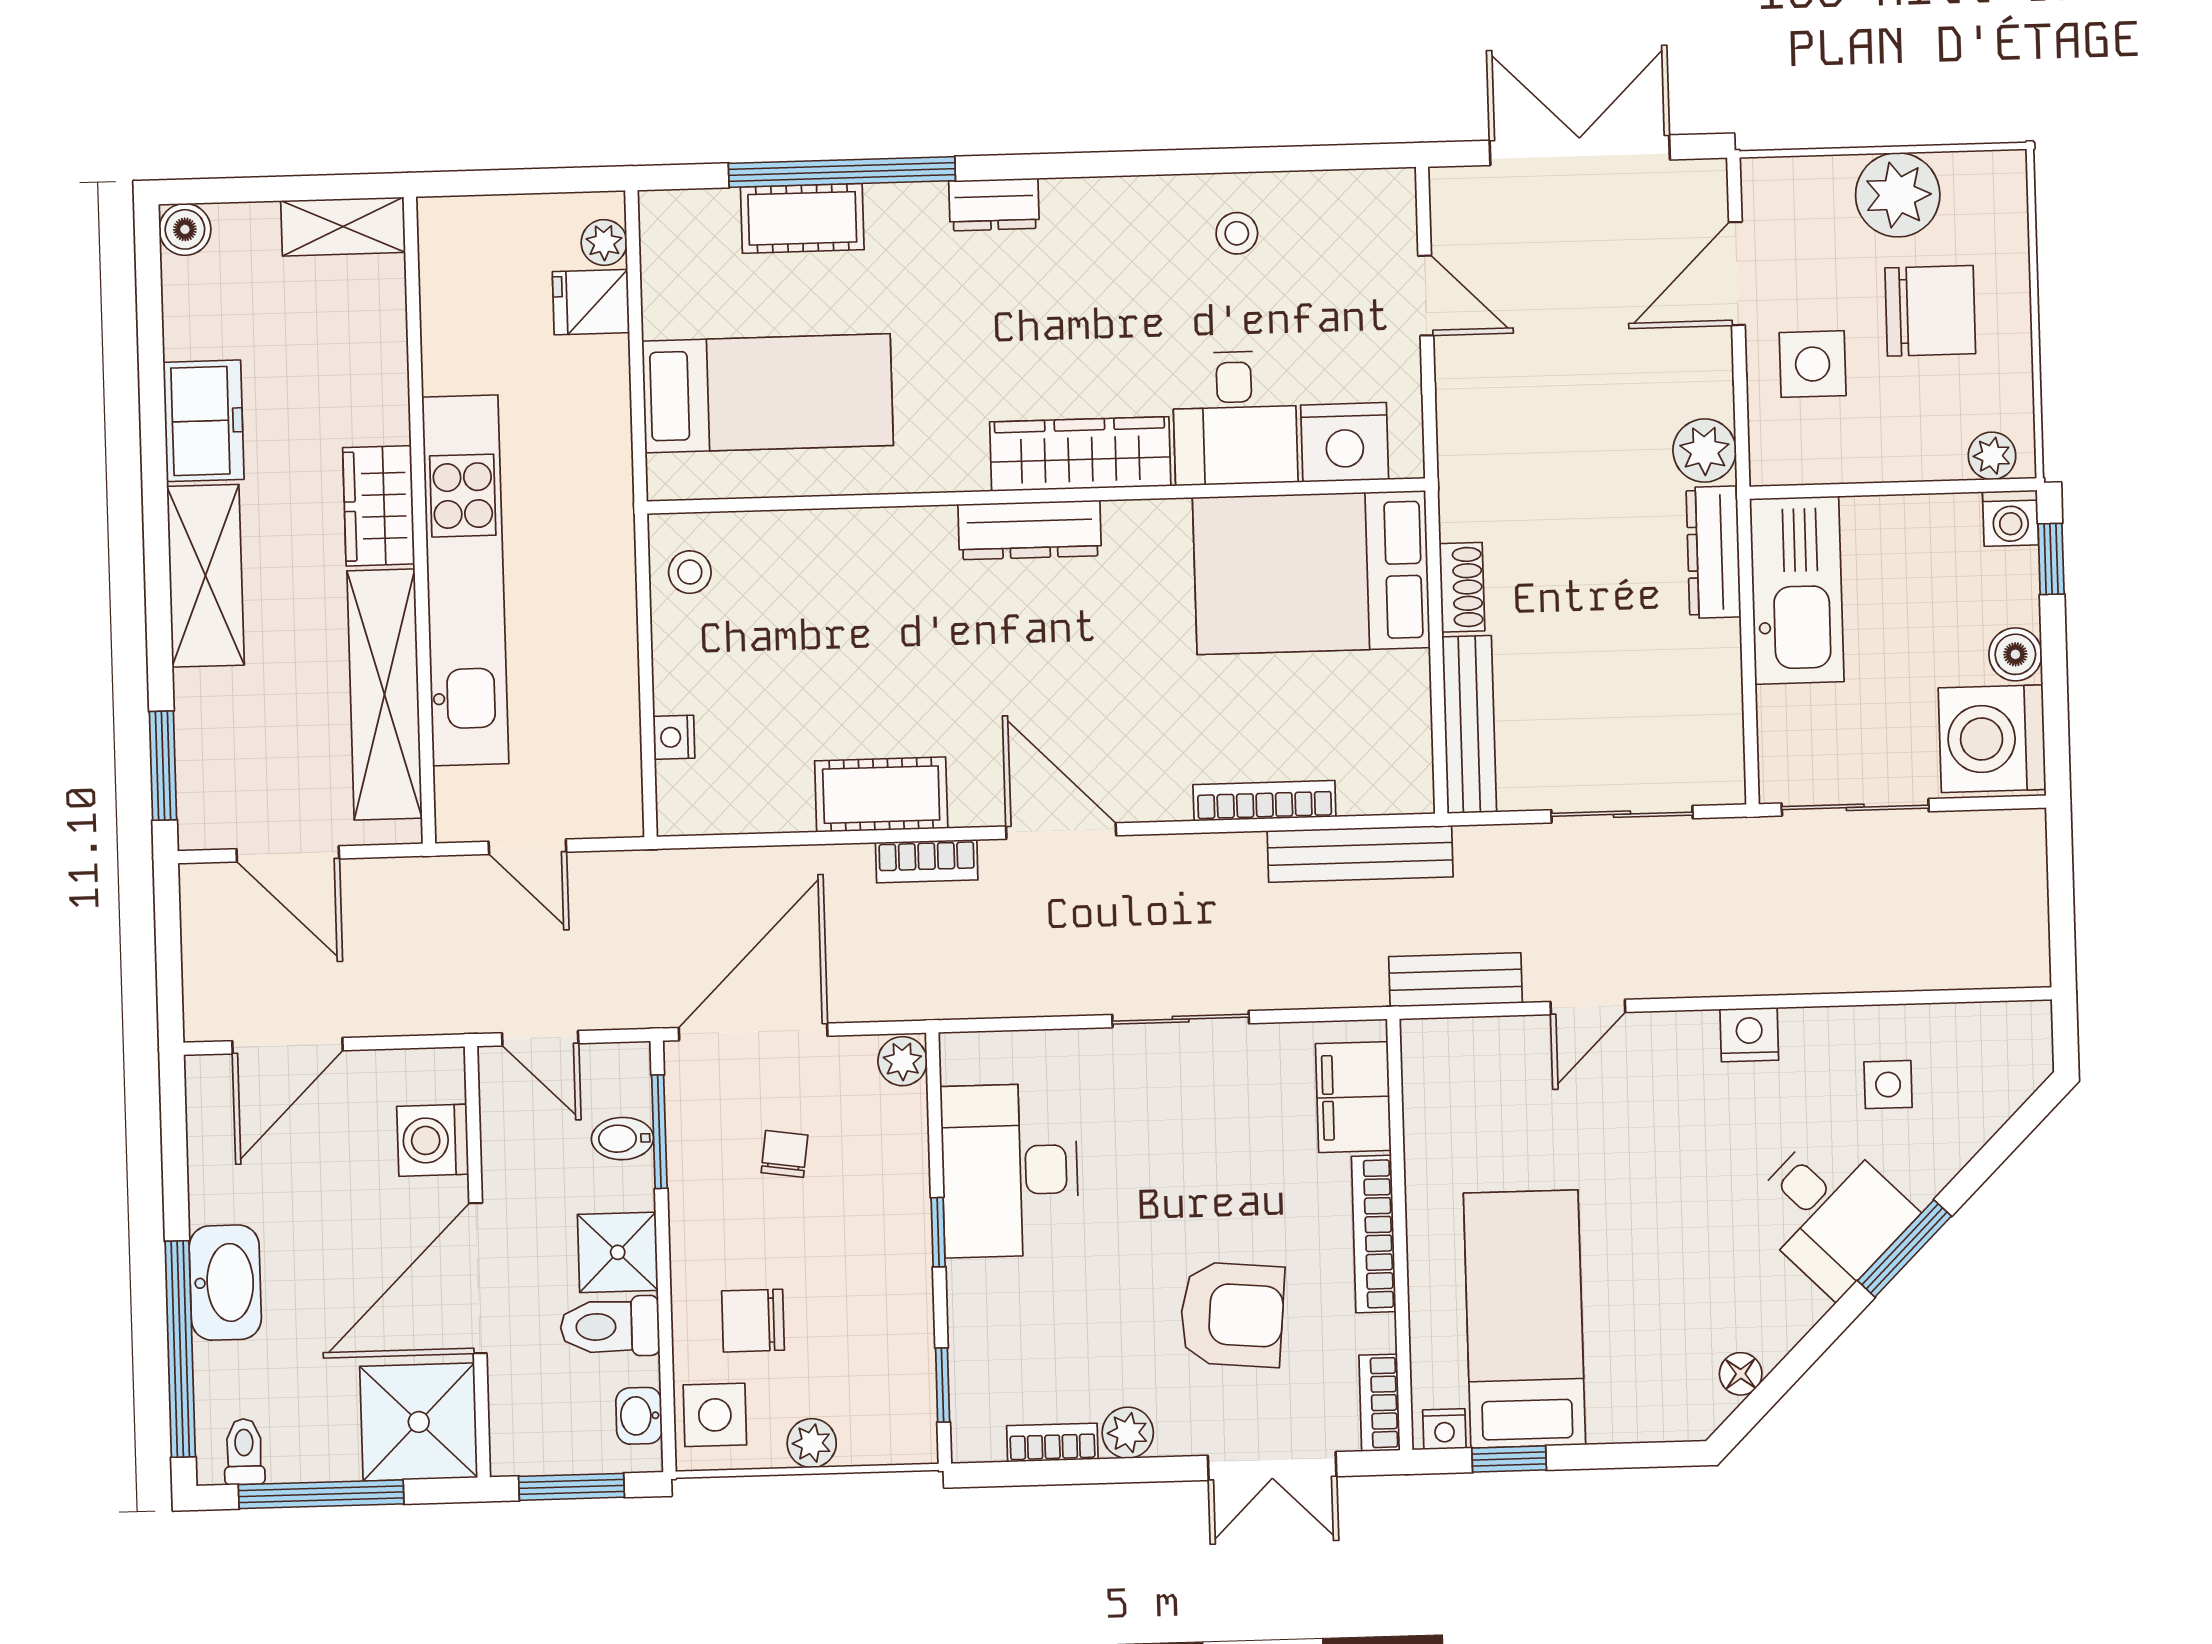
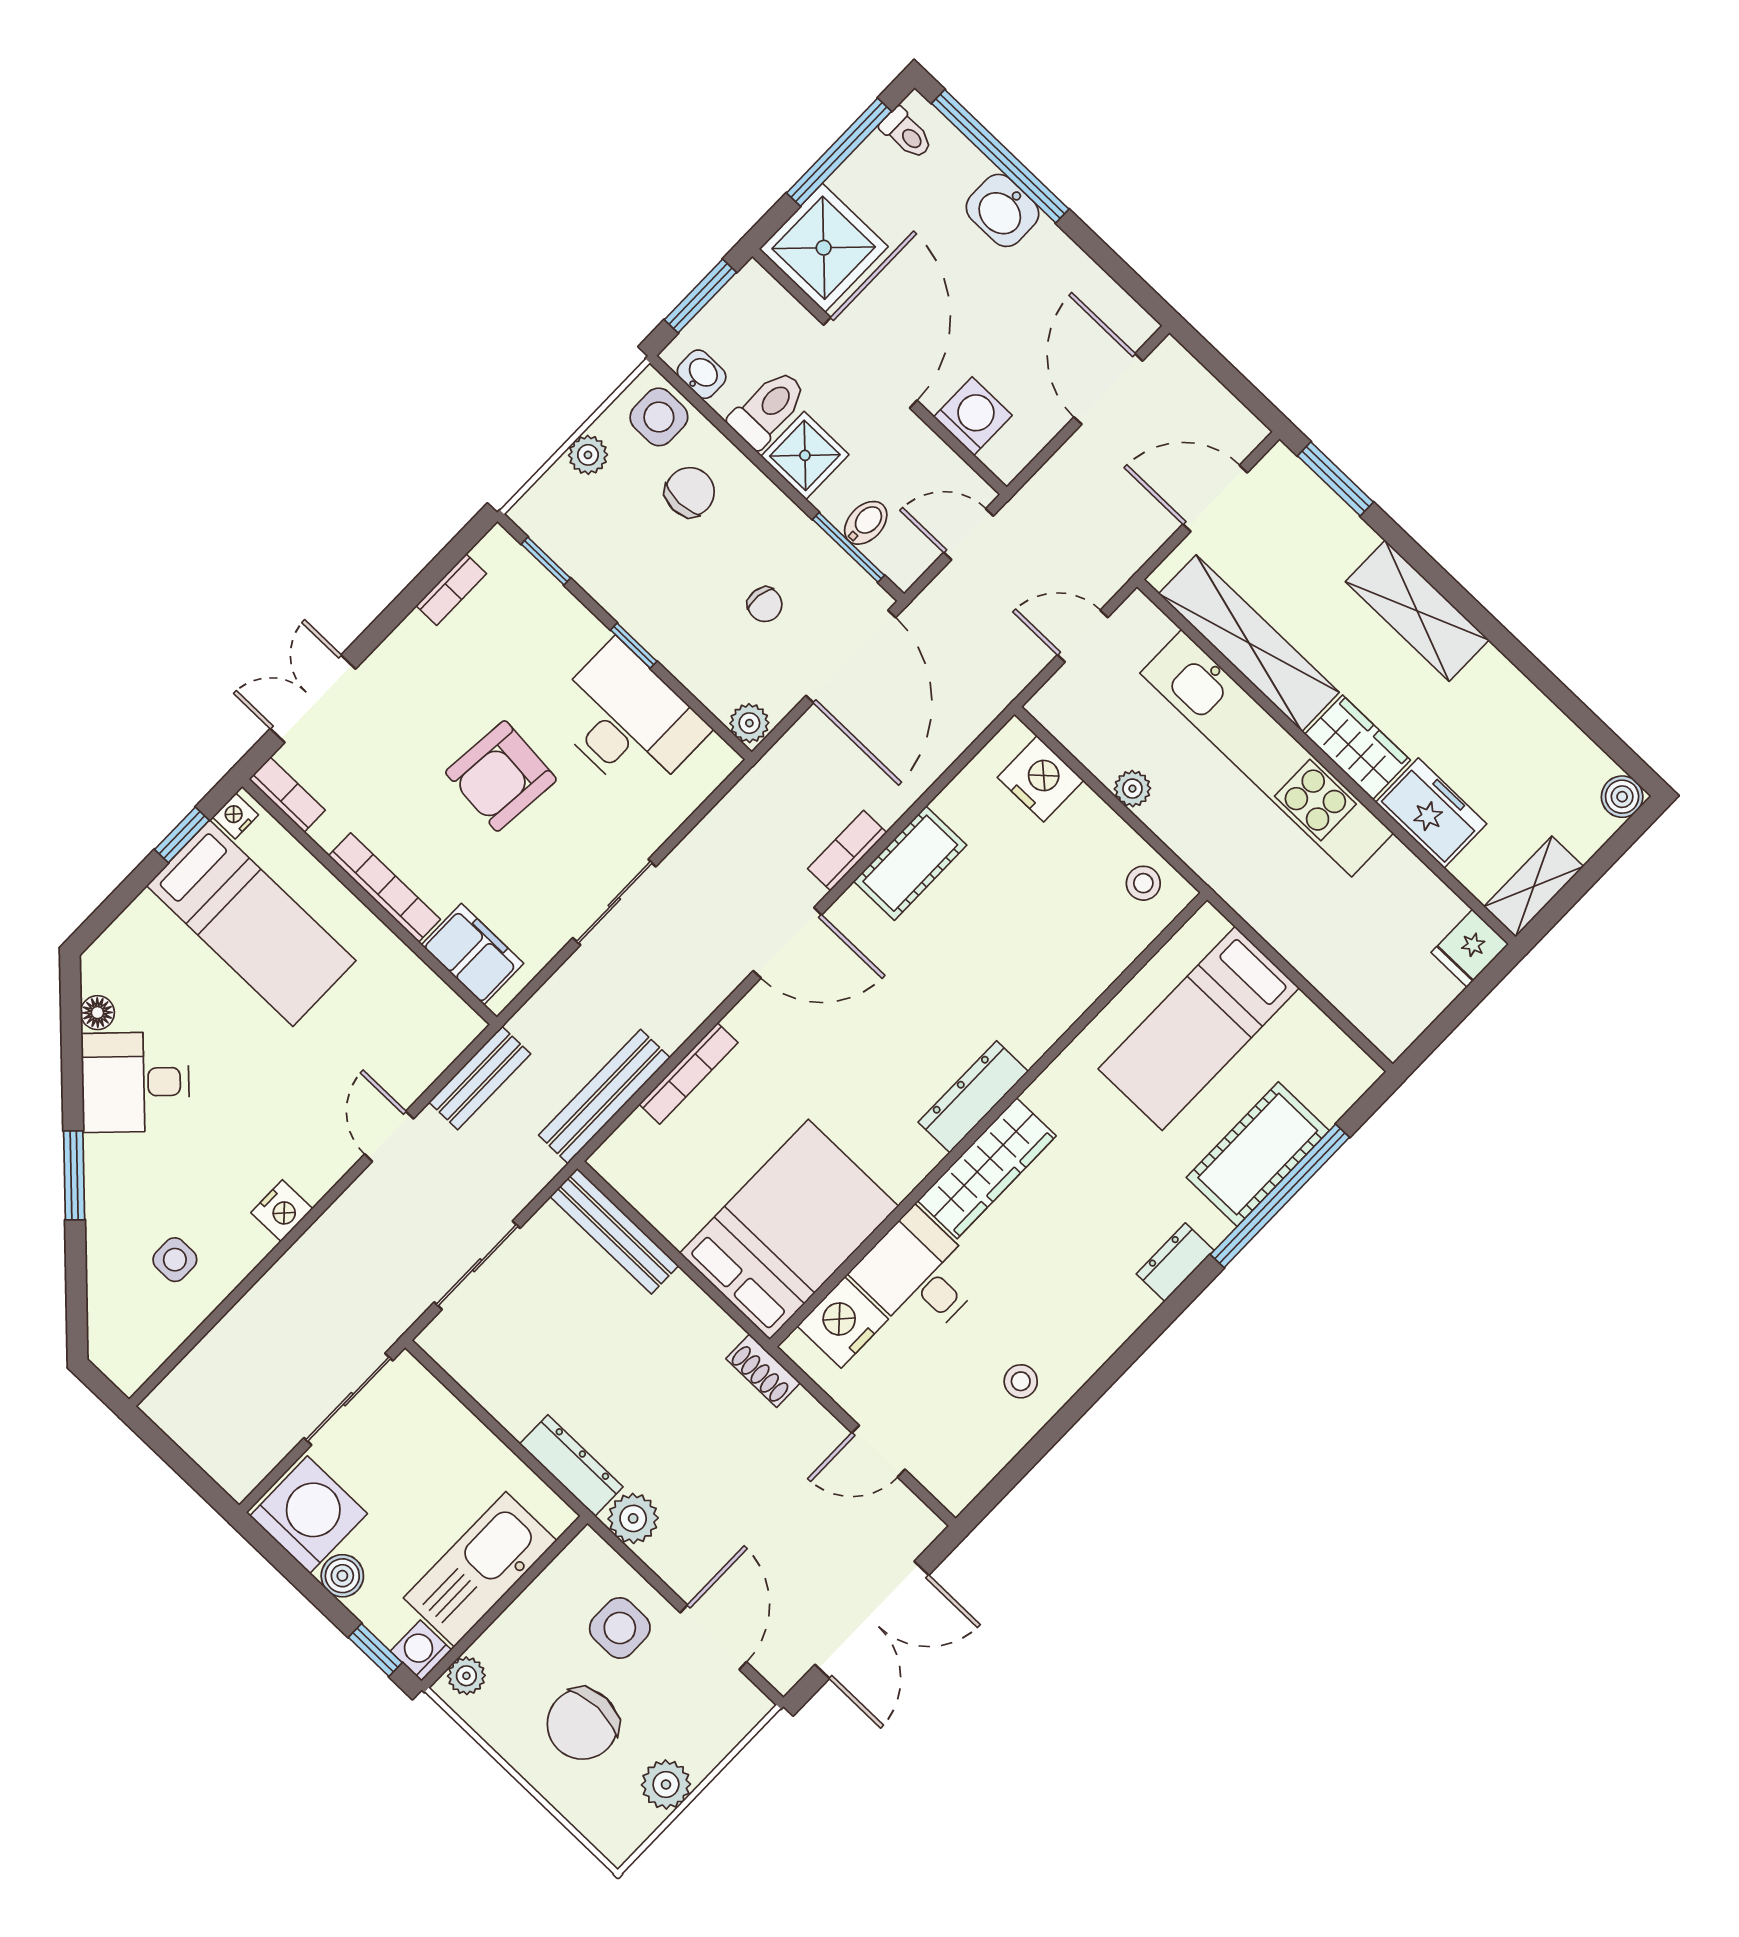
plant: (1898, 195) -> (666, 1784), width x0.73, depth x0.73
cot: (802, 218) -> (1258, 1154), width x1.37, depth x1.34
plant: (604, 242) -> (1132, 789), moved
fridge: (591, 302) -> (1470, 948), moved, turned 180
freezer: (204, 421) -> (1431, 813), moved, turned 180
shoe rack: (1462, 587) -> (763, 1371), moved
kitchen sink: (1797, 590) -> (480, 1569), moved, turned 90
nightstand: (674, 737) -> (1040, 779), width x1.89, depth x1.79
desk: (1830, 1212) -> (135, 1082), moved
washbasin: (225, 1283) -> (1002, 210), width x0.72
armchair: (1232, 1315) -> (501, 776), moved
plant: (1128, 1433) -> (414, 637), removed

